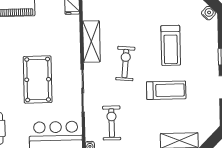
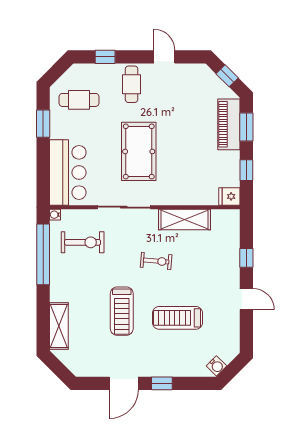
exercise bike: (125, 64) -> (156, 261), width x0.73, depth x0.72
pool table: (38, 80) -> (139, 151), turned 90

